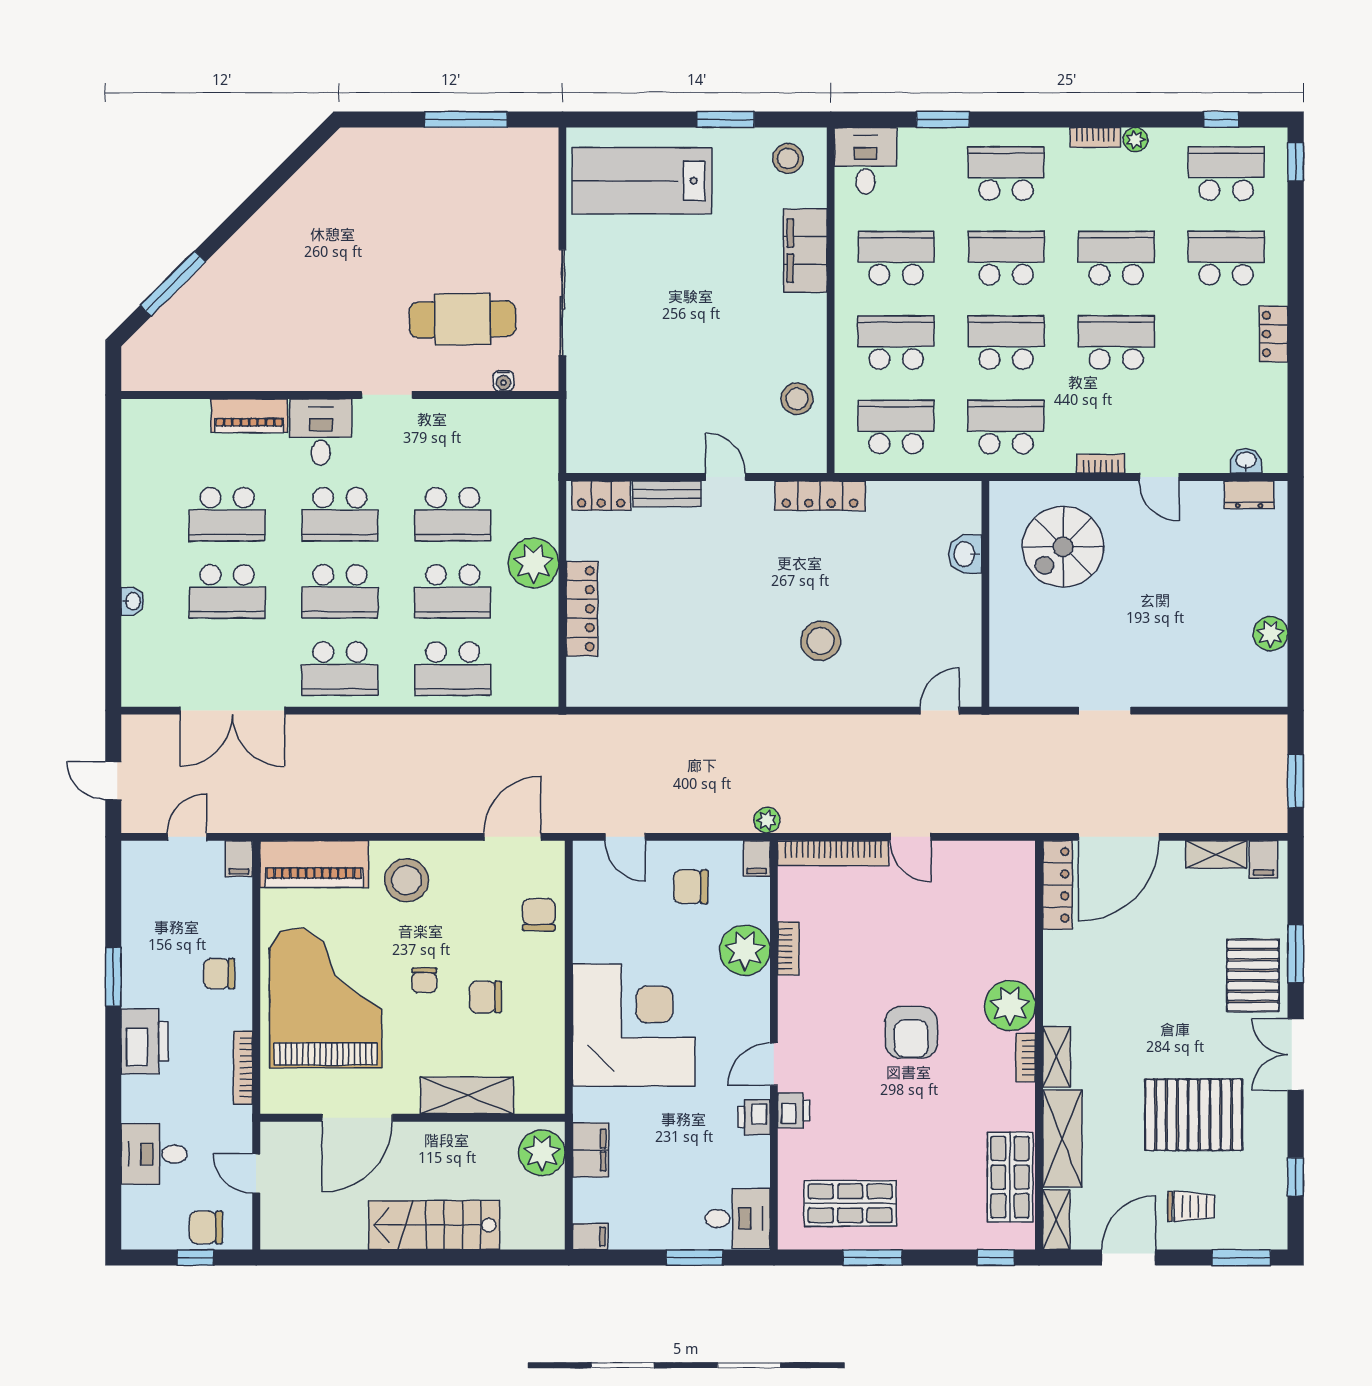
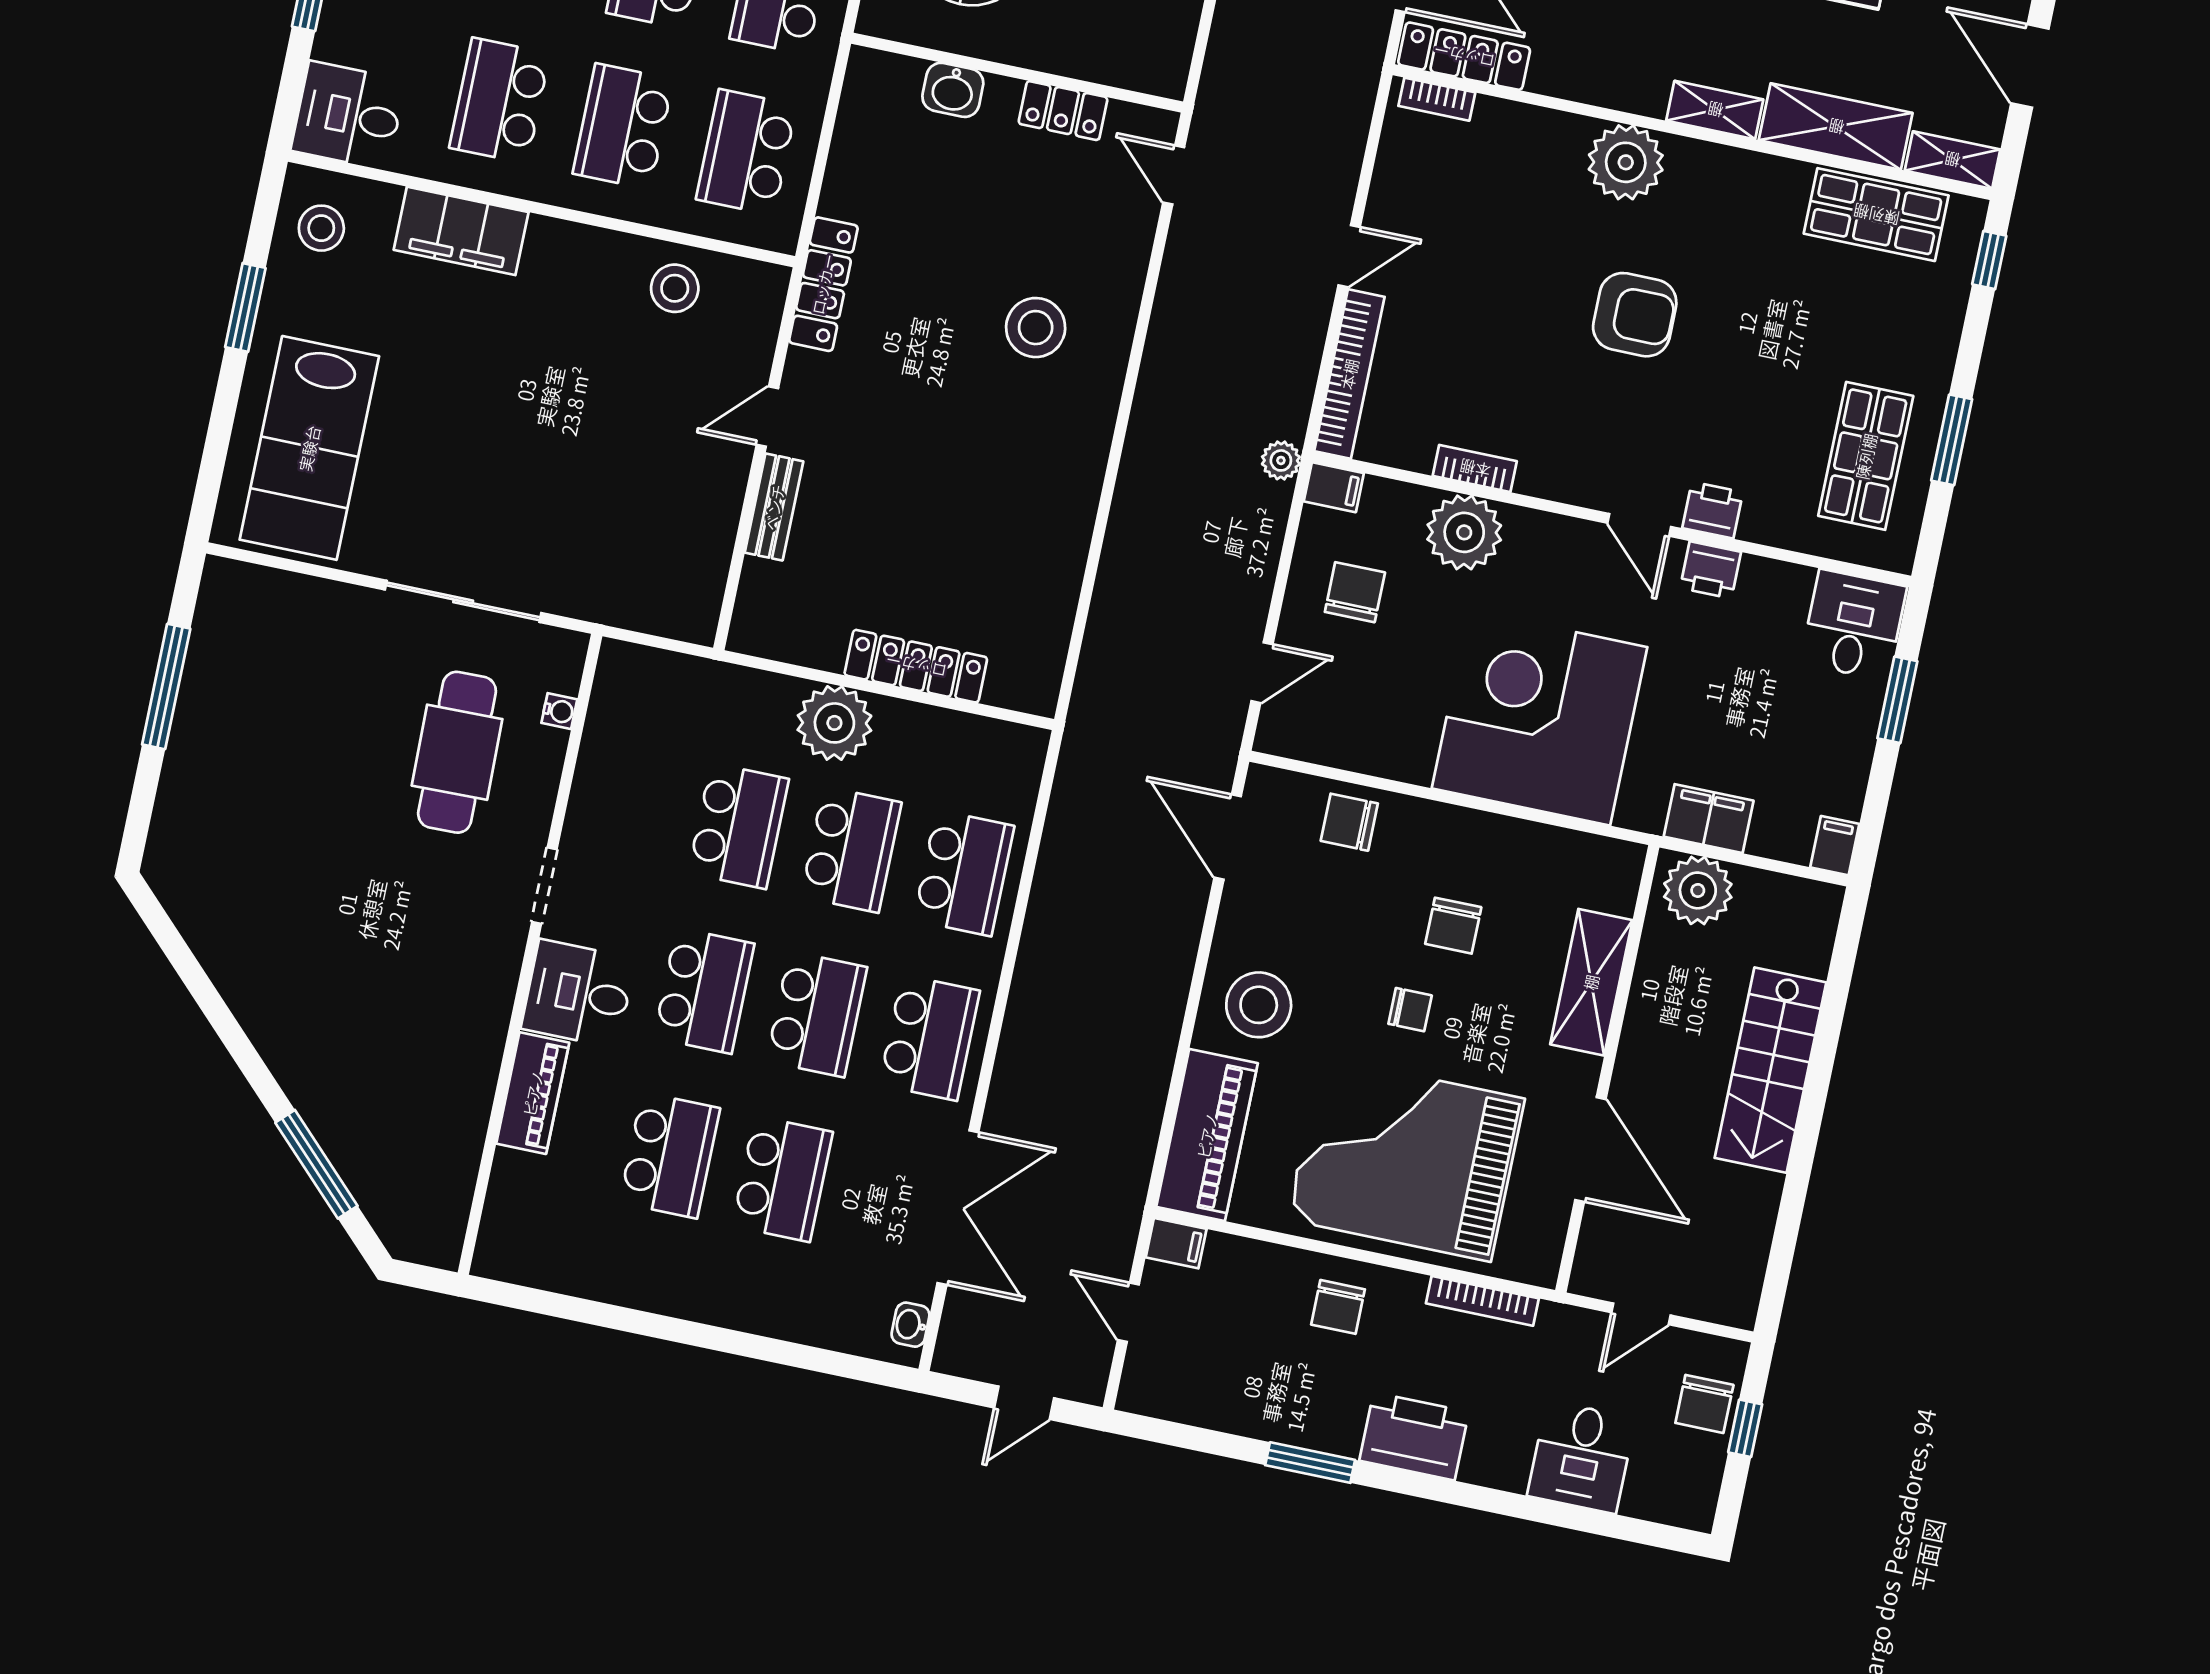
locker: (601, 496) -> (1063, 111), moved, turned 90
washbasin: (132, 601) -> (911, 1325), moved, turned -90
chair: (691, 887) -> (1355, 592), turned 180
bookcase: (1026, 1058) -> (1437, 99), moved

